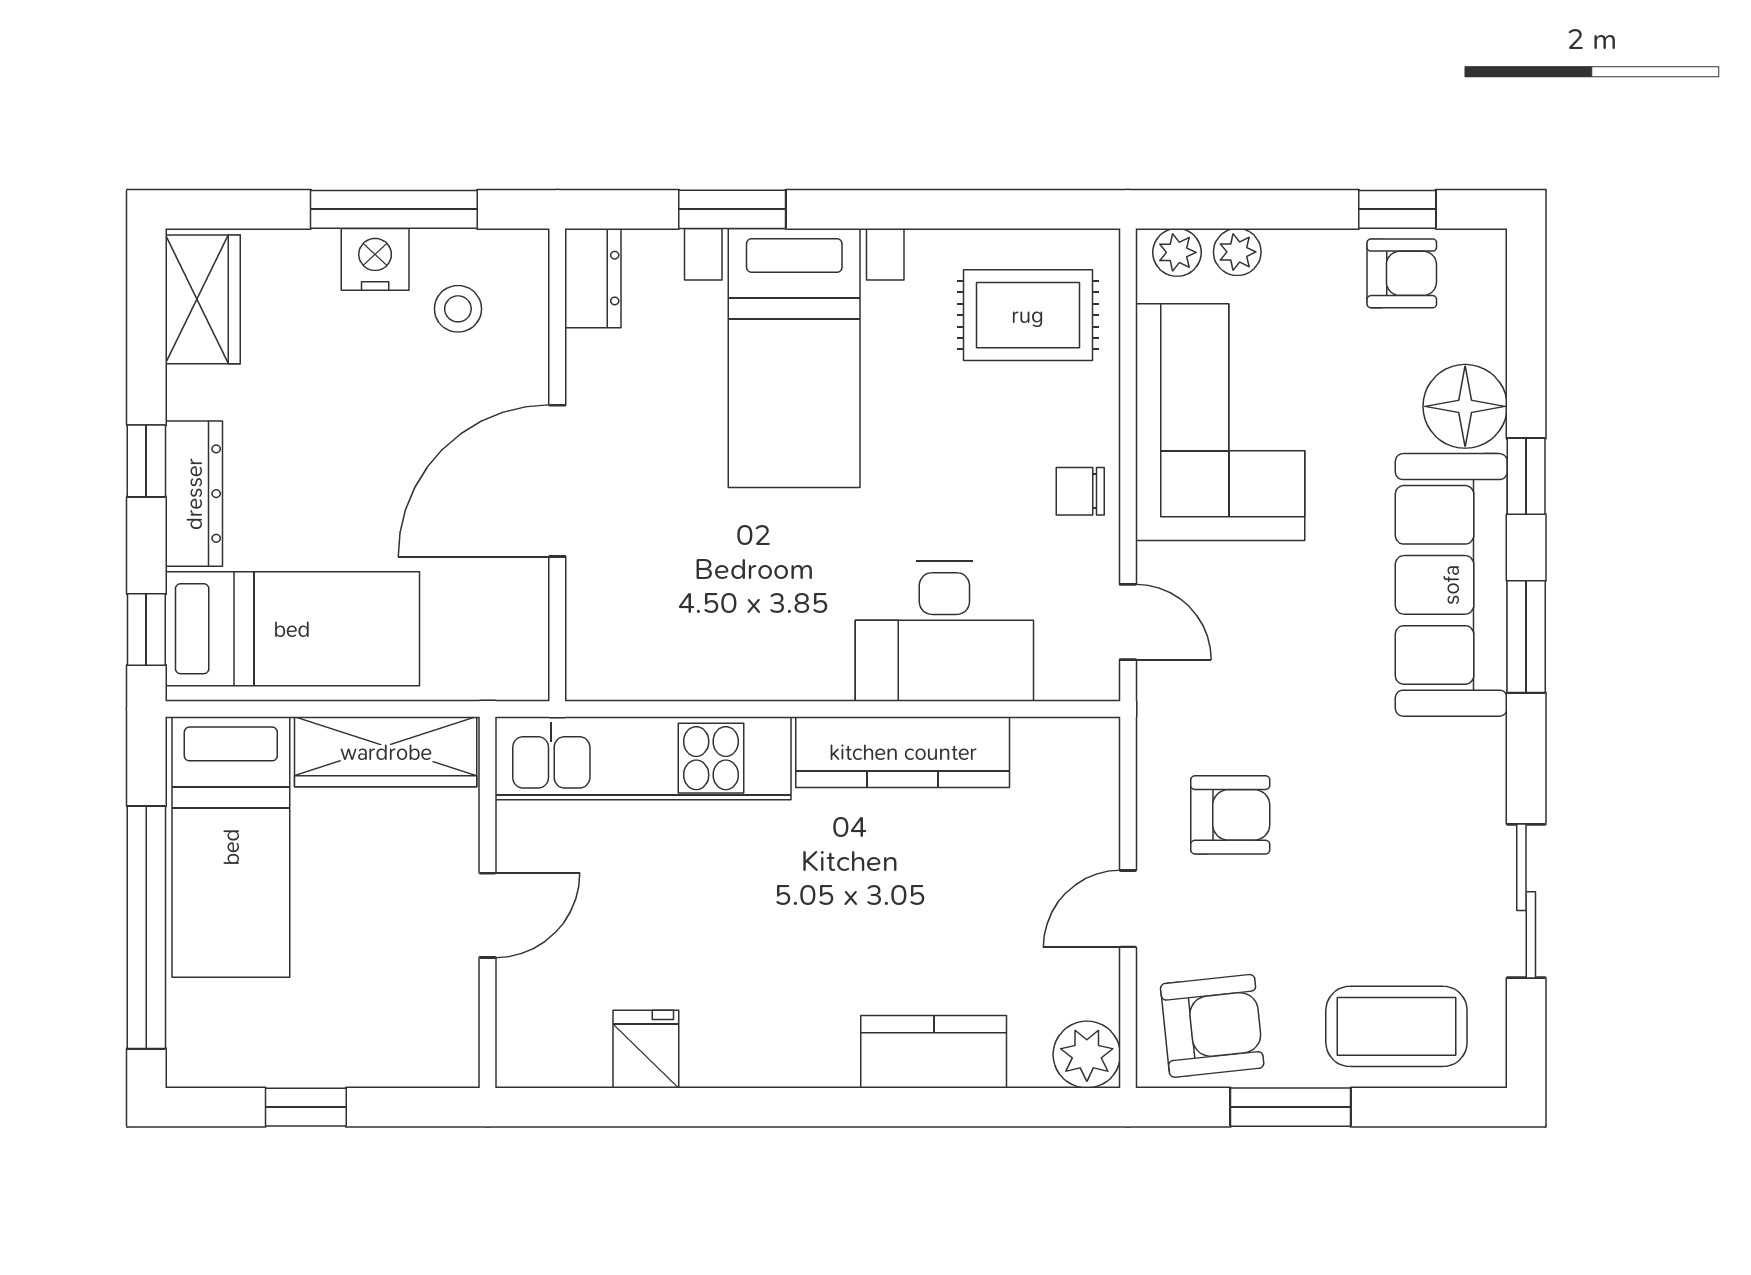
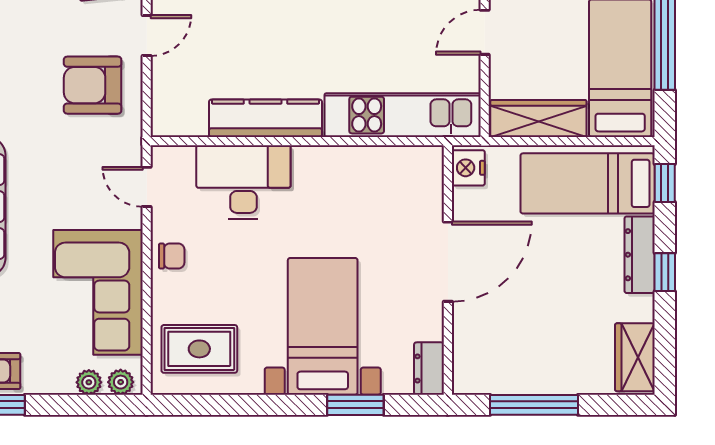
nightstand: (375, 259) -> (468, 168), moved, turned 90
stool: (458, 309) -> (500, 352), removed
armchair: (1230, 815) -> (93, 85), width x1.38, depth x1.38

